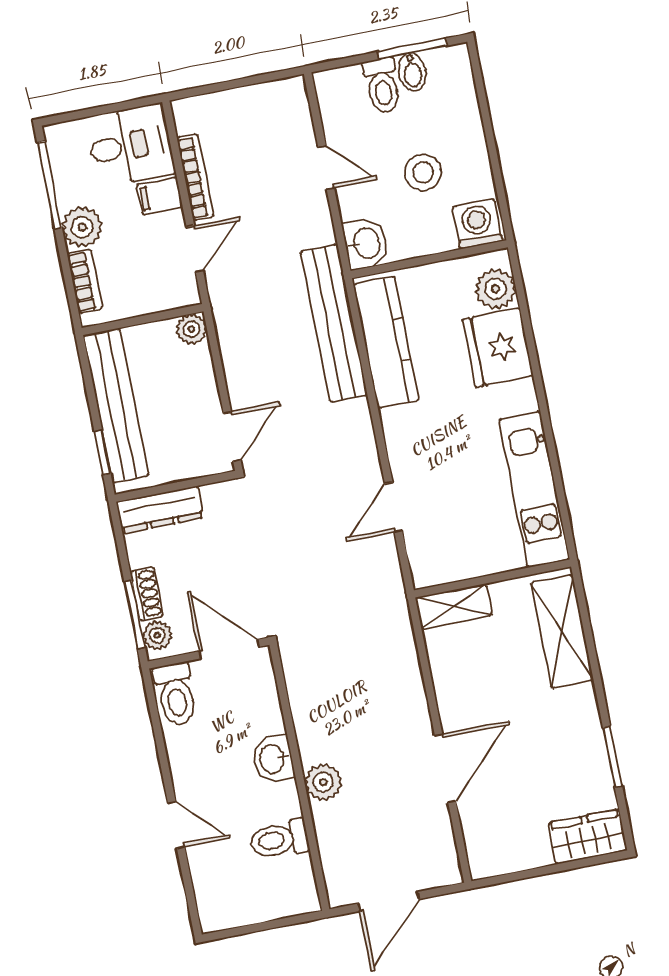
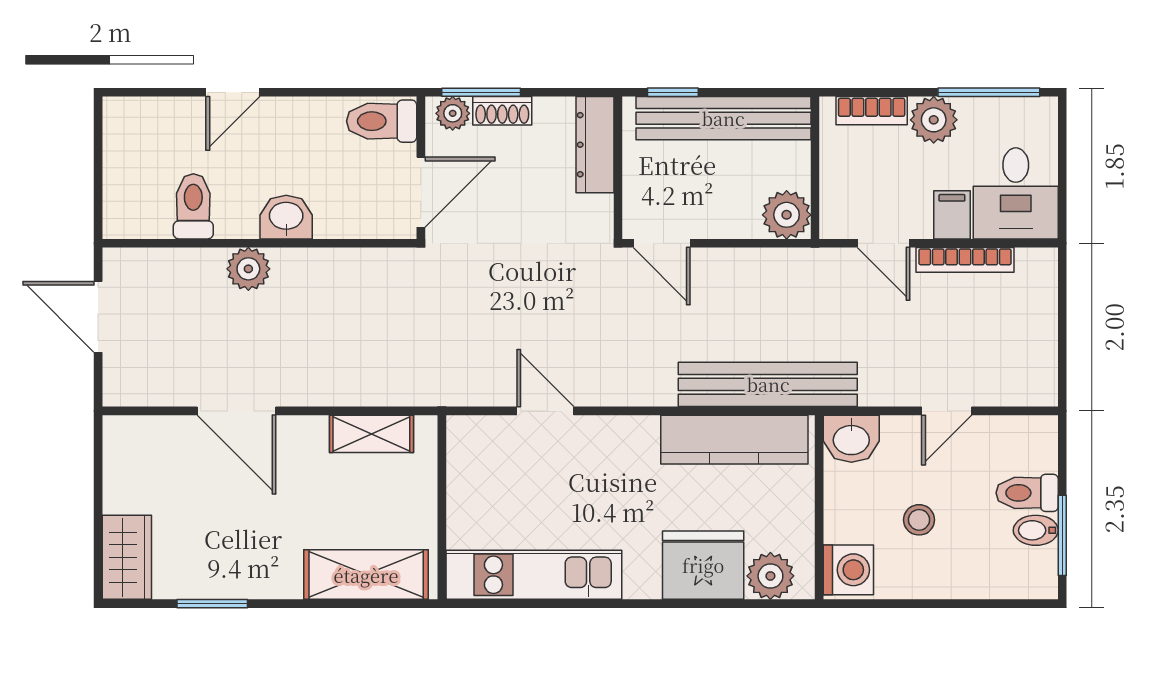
stool: (423, 173) -> (919, 520), width x0.73, depth x0.73
plant: (192, 329) -> (787, 215), width x1.38, depth x1.38
shelving: (454, 606) -> (371, 434), moved, turned 90

